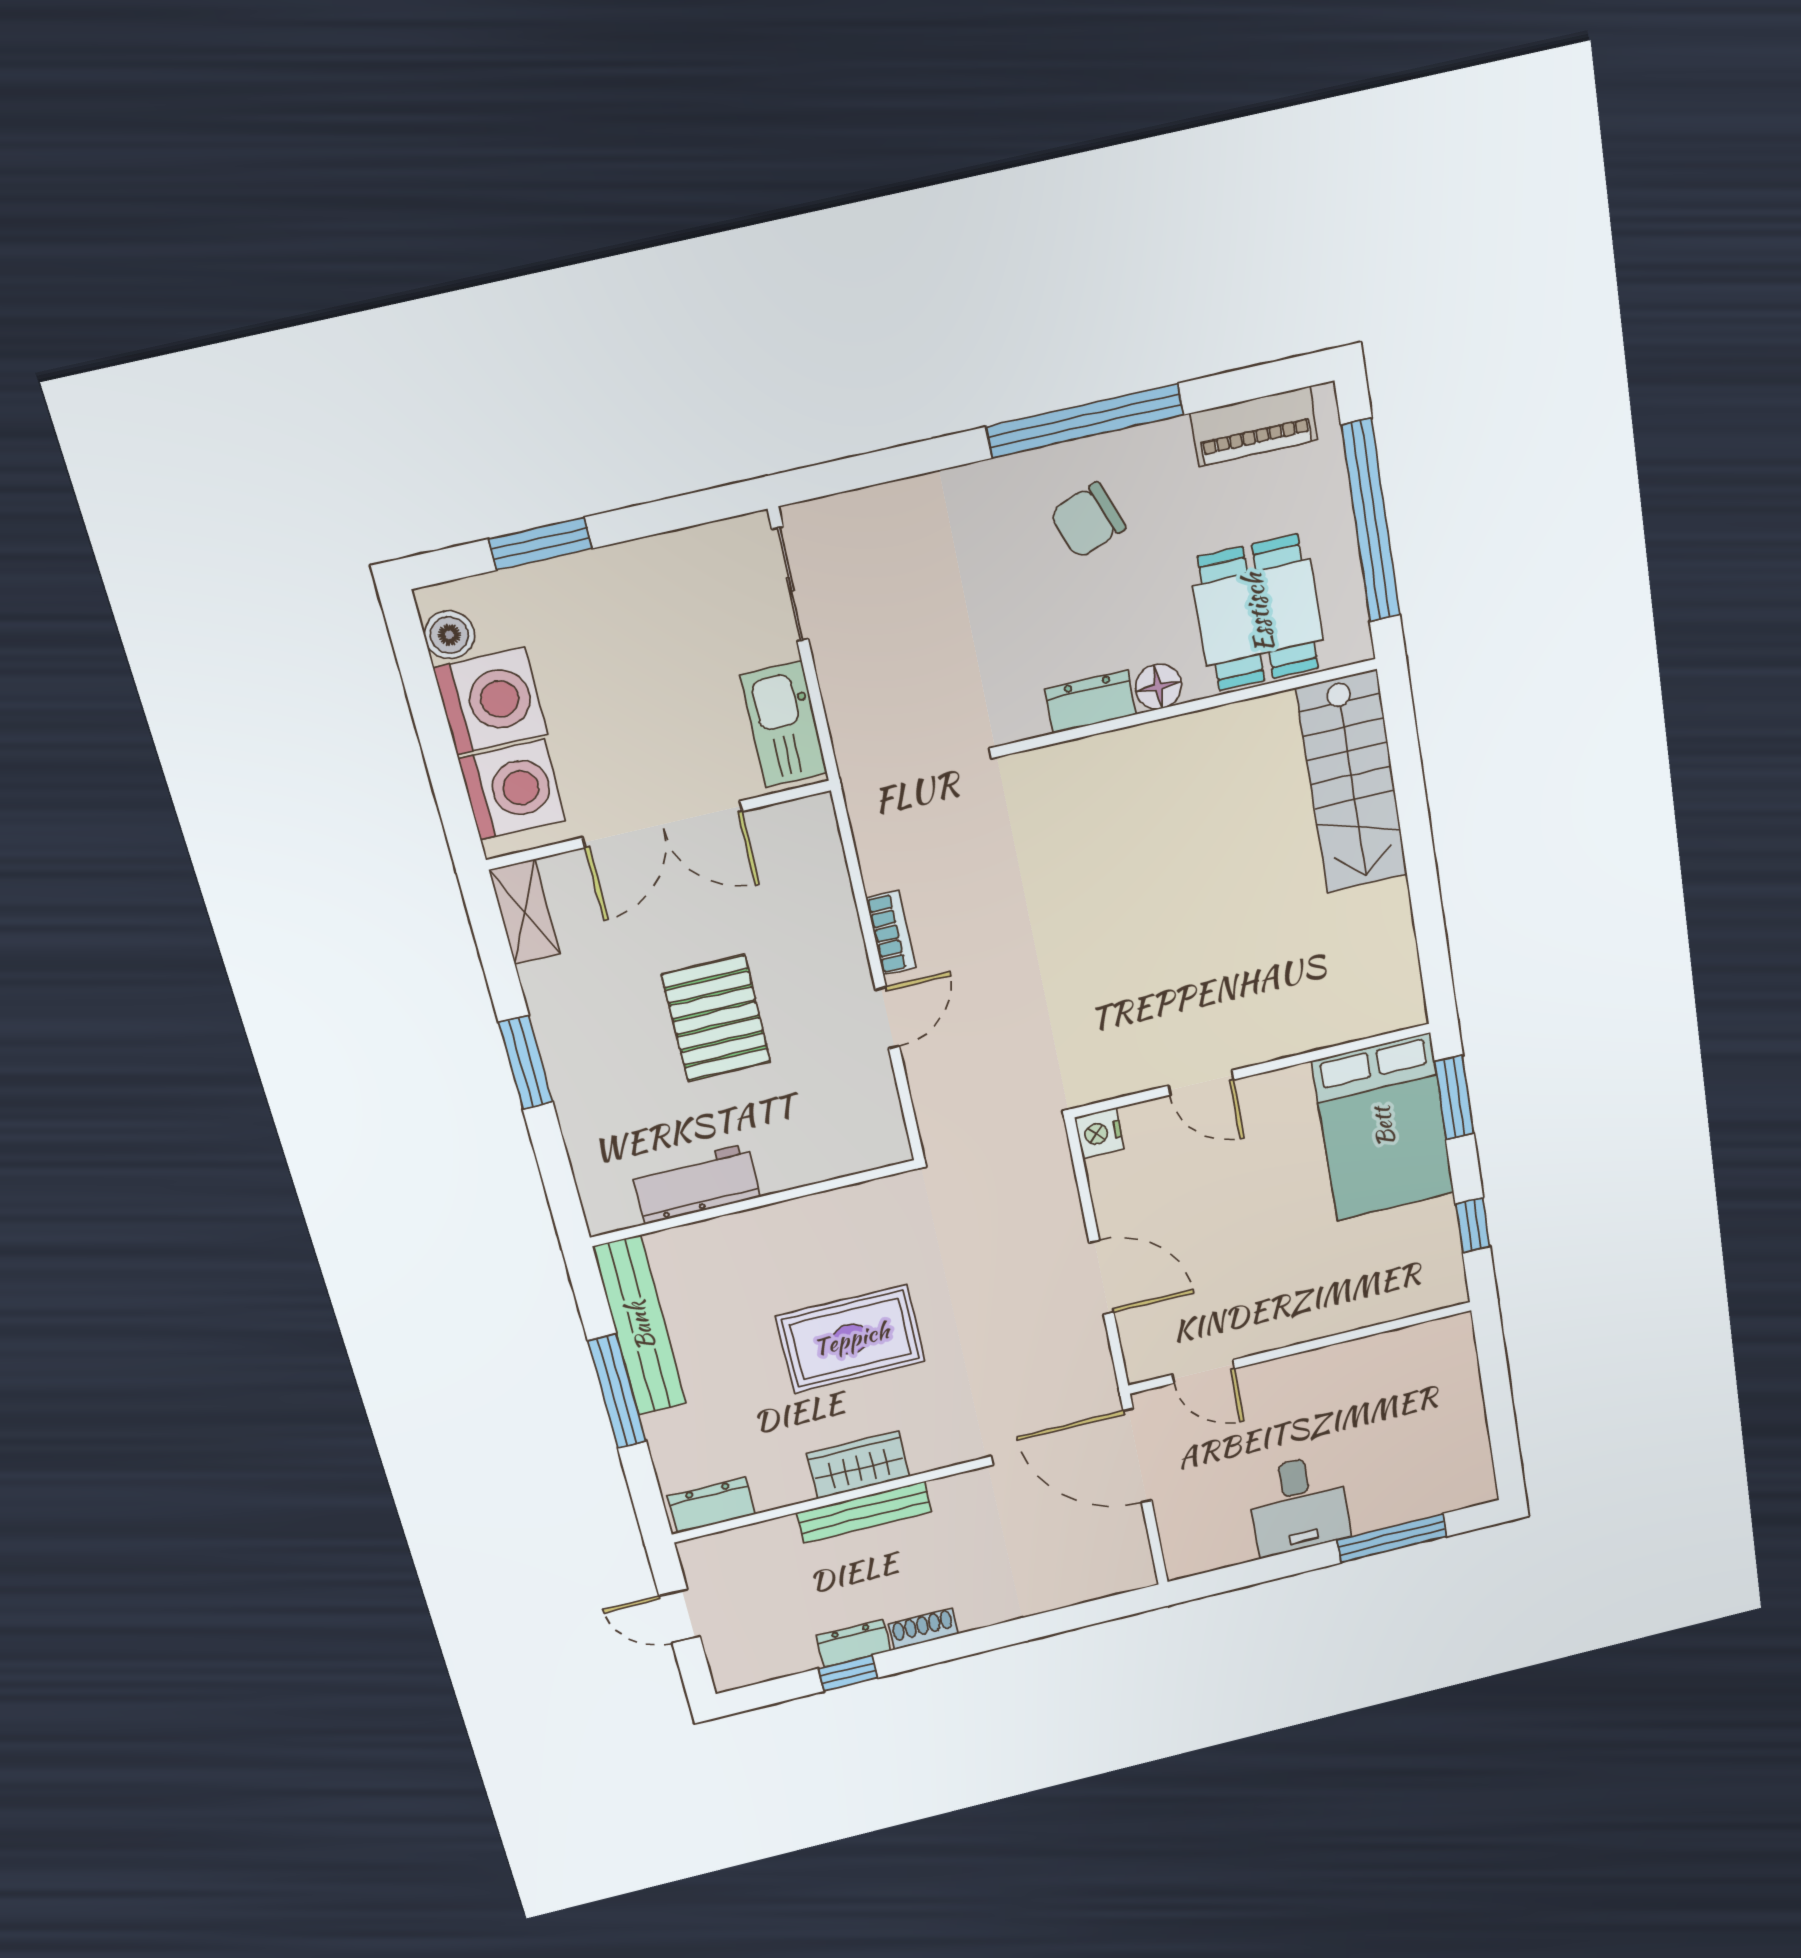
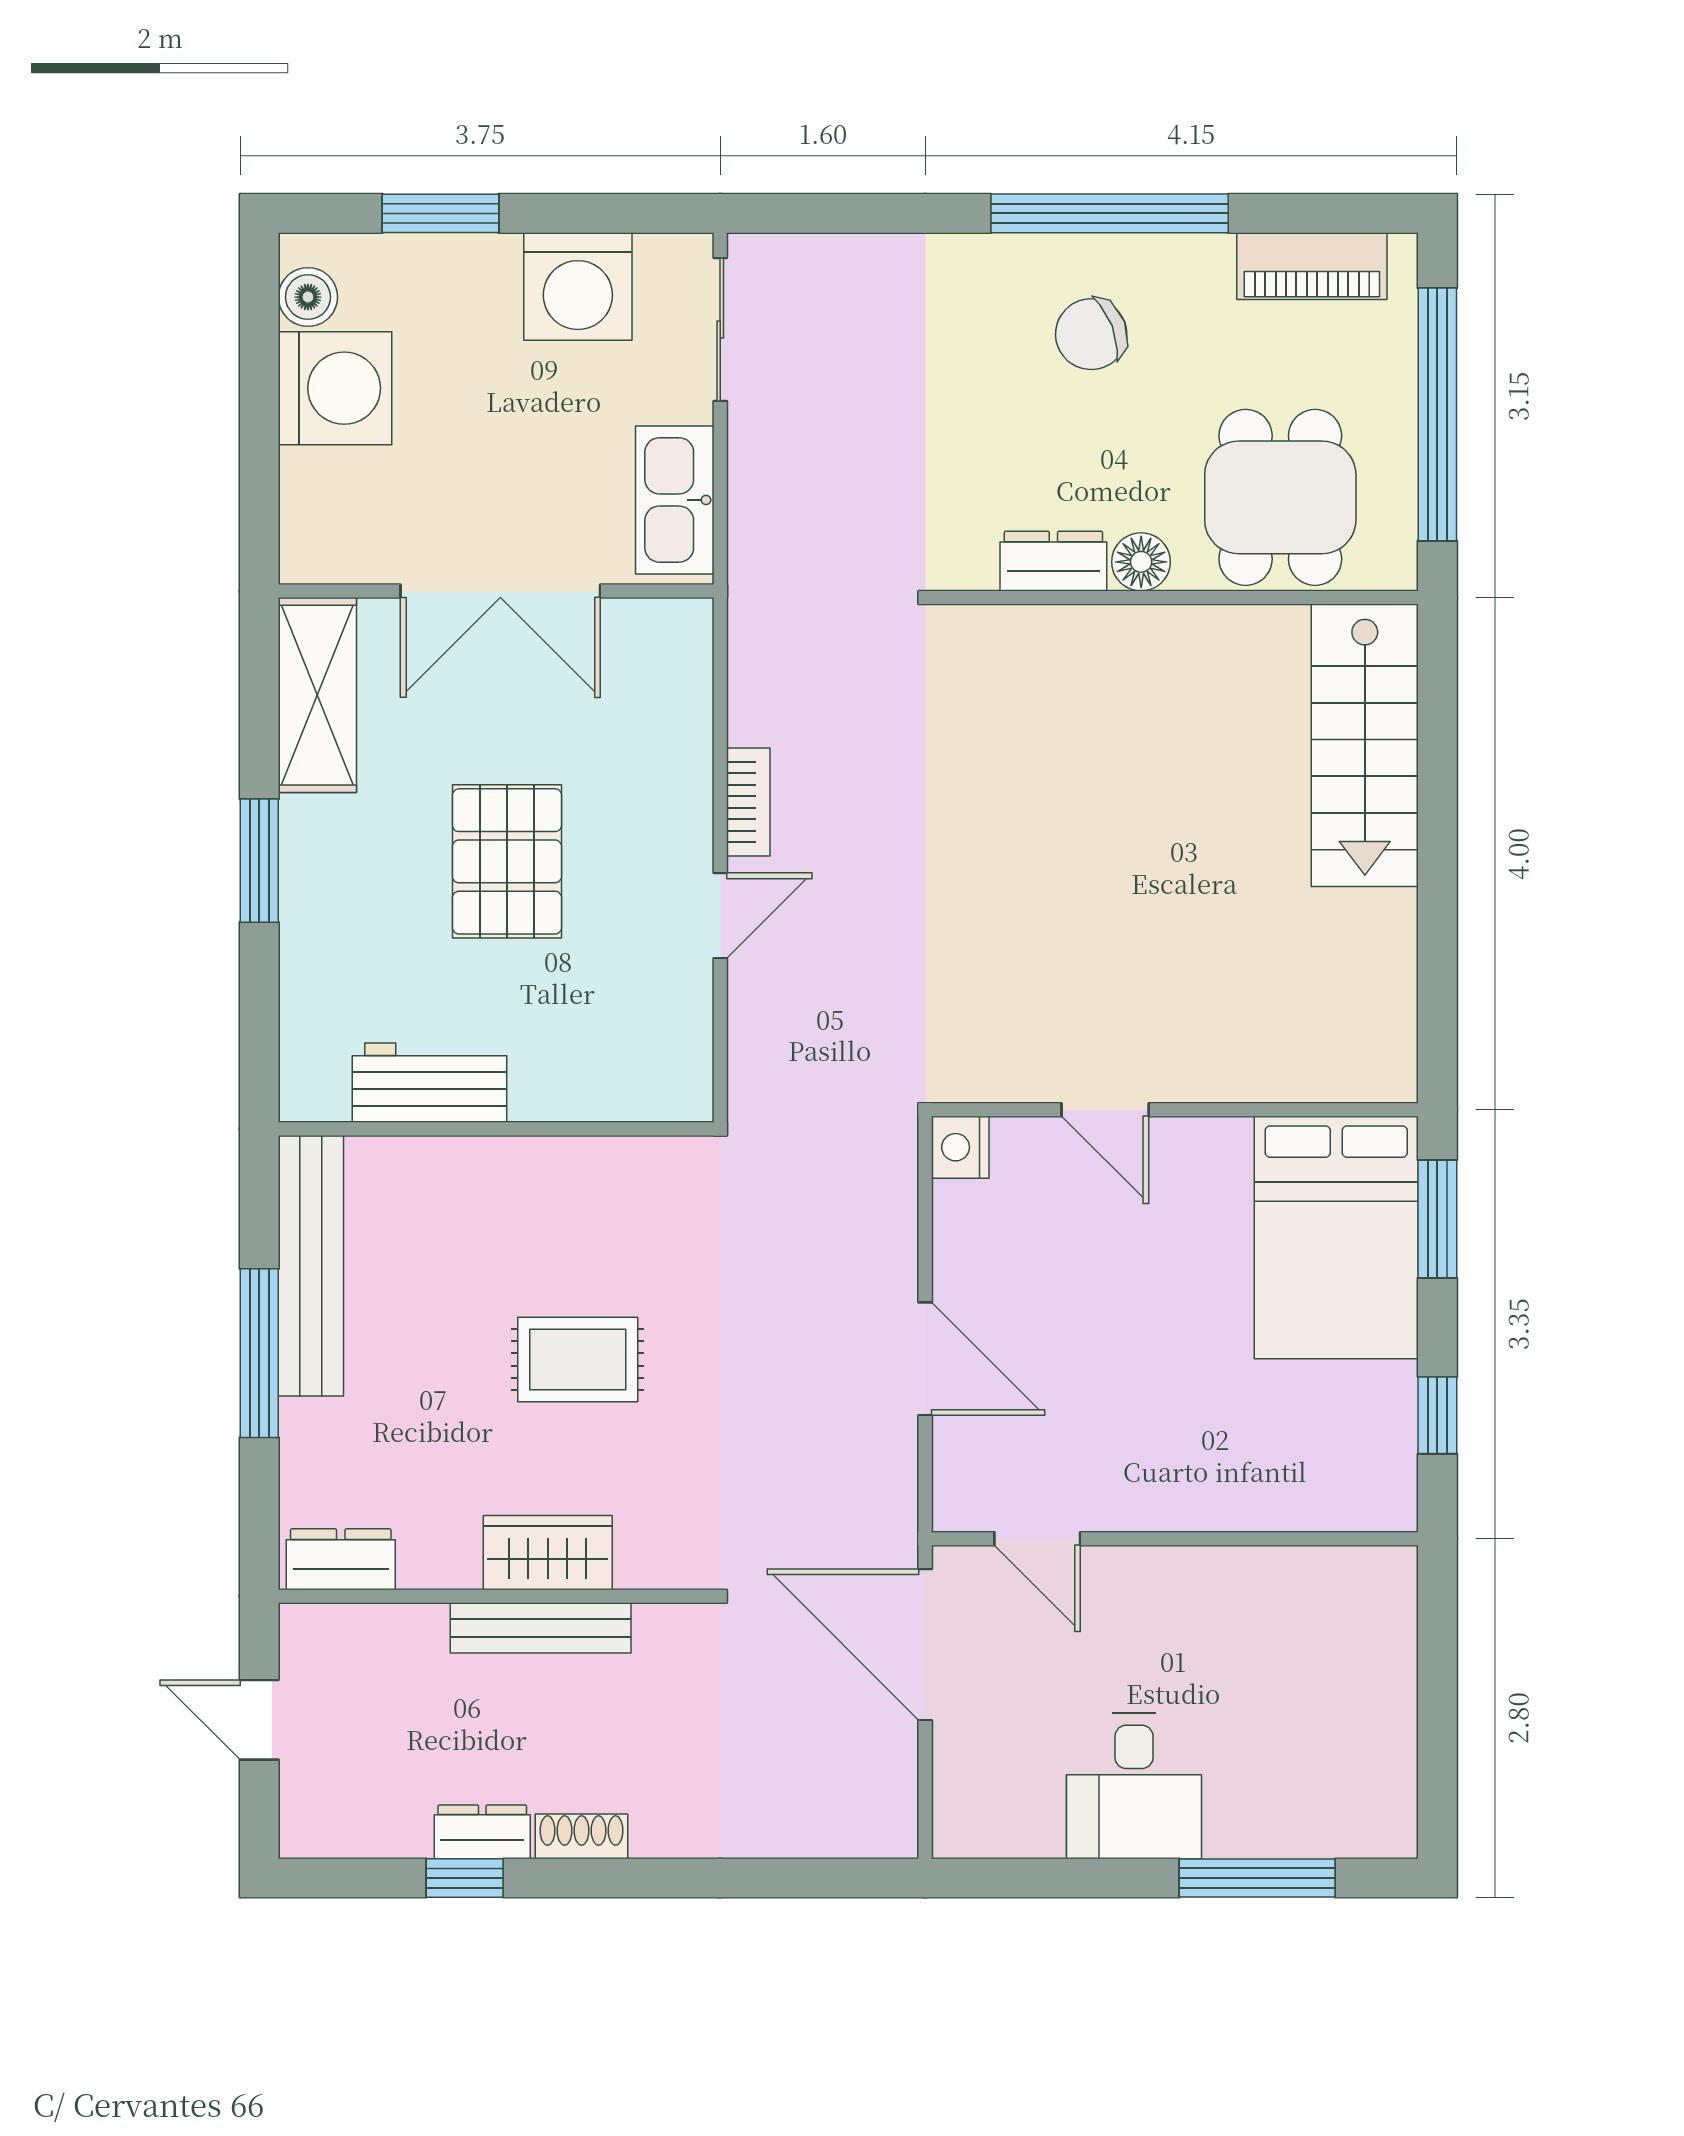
washing machine: (512, 790) -> (578, 286), moved, turned 90
shelving: (525, 912) -> (317, 695), width x1.50, depth x1.33
rug: (851, 1339) -> (578, 1360), width x0.73, depth x0.70

